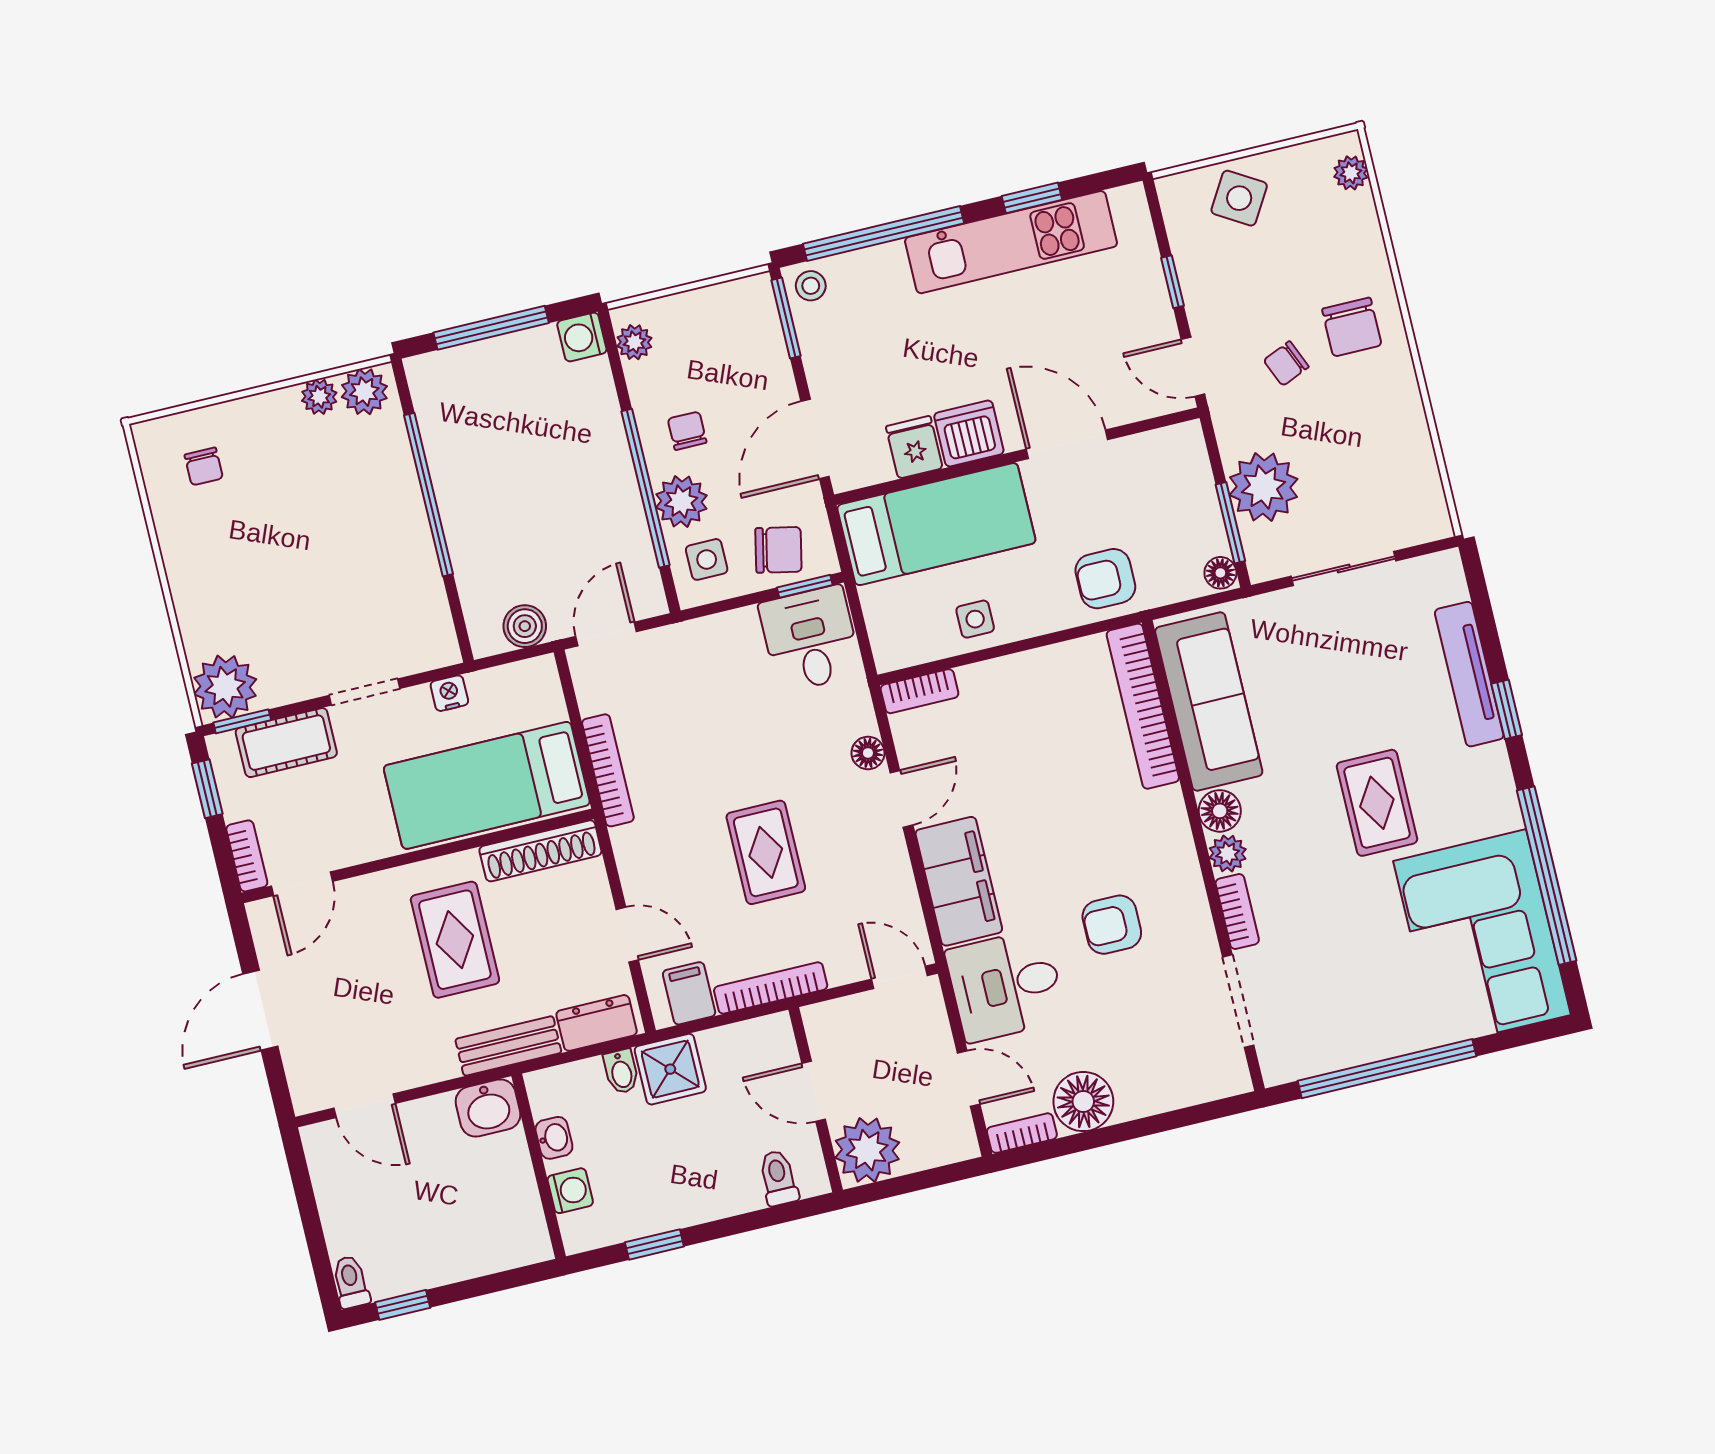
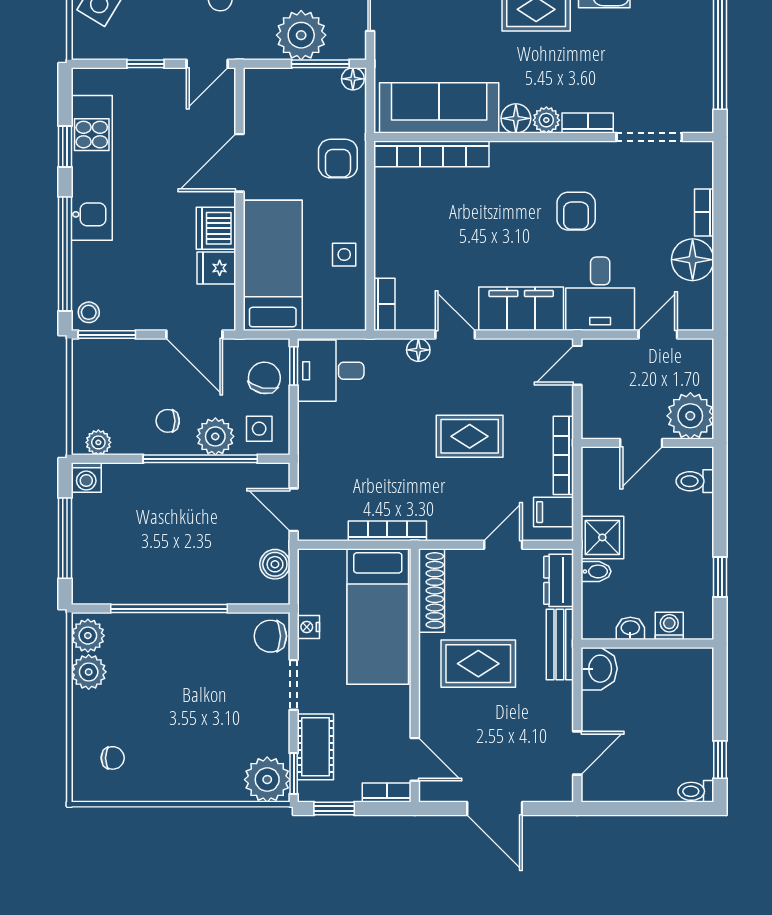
plant: (319, 397) -> (89, 672), width x1.38, depth x1.38
chair: (424, 644) -> (270, 636), added
bookcase: (1022, 1133) -> (704, 212), moved

